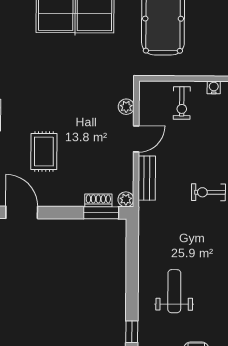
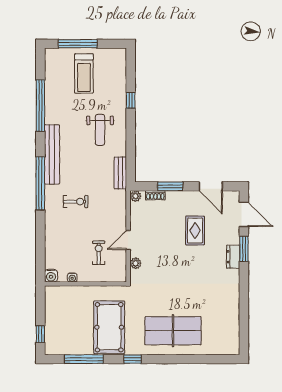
exercise bike: (182, 103) -> (99, 253), moved
bench: (147, 178) -> (120, 173), moved
window: (101, 213) -> (170, 186), moved

